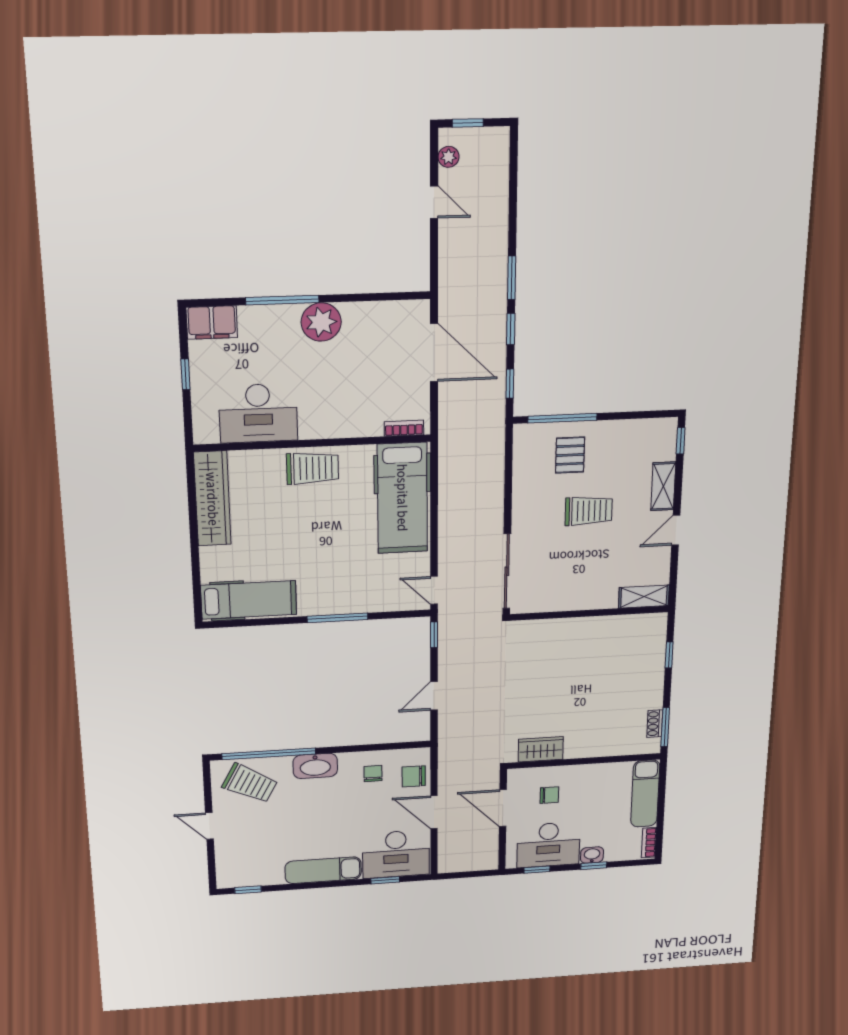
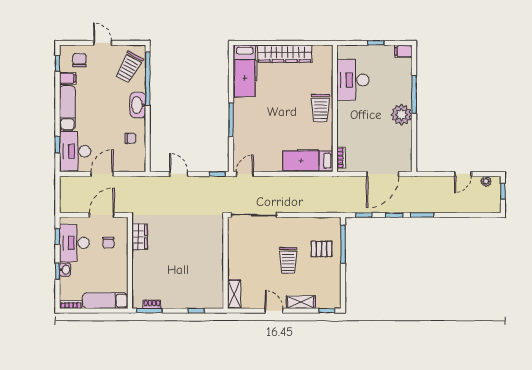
filing cabinet: (212, 322) -> (403, 51), width x0.50
hospital bed: (402, 498) -> (308, 161), width x0.73, depth x0.78
wardrobe: (212, 499) -> (285, 54), moved
chair: (414, 776) -> (79, 60), moved
door: (209, 826) -> (103, 43), hinge flipped
filing cabinet: (273, 873) -> (68, 78), added

